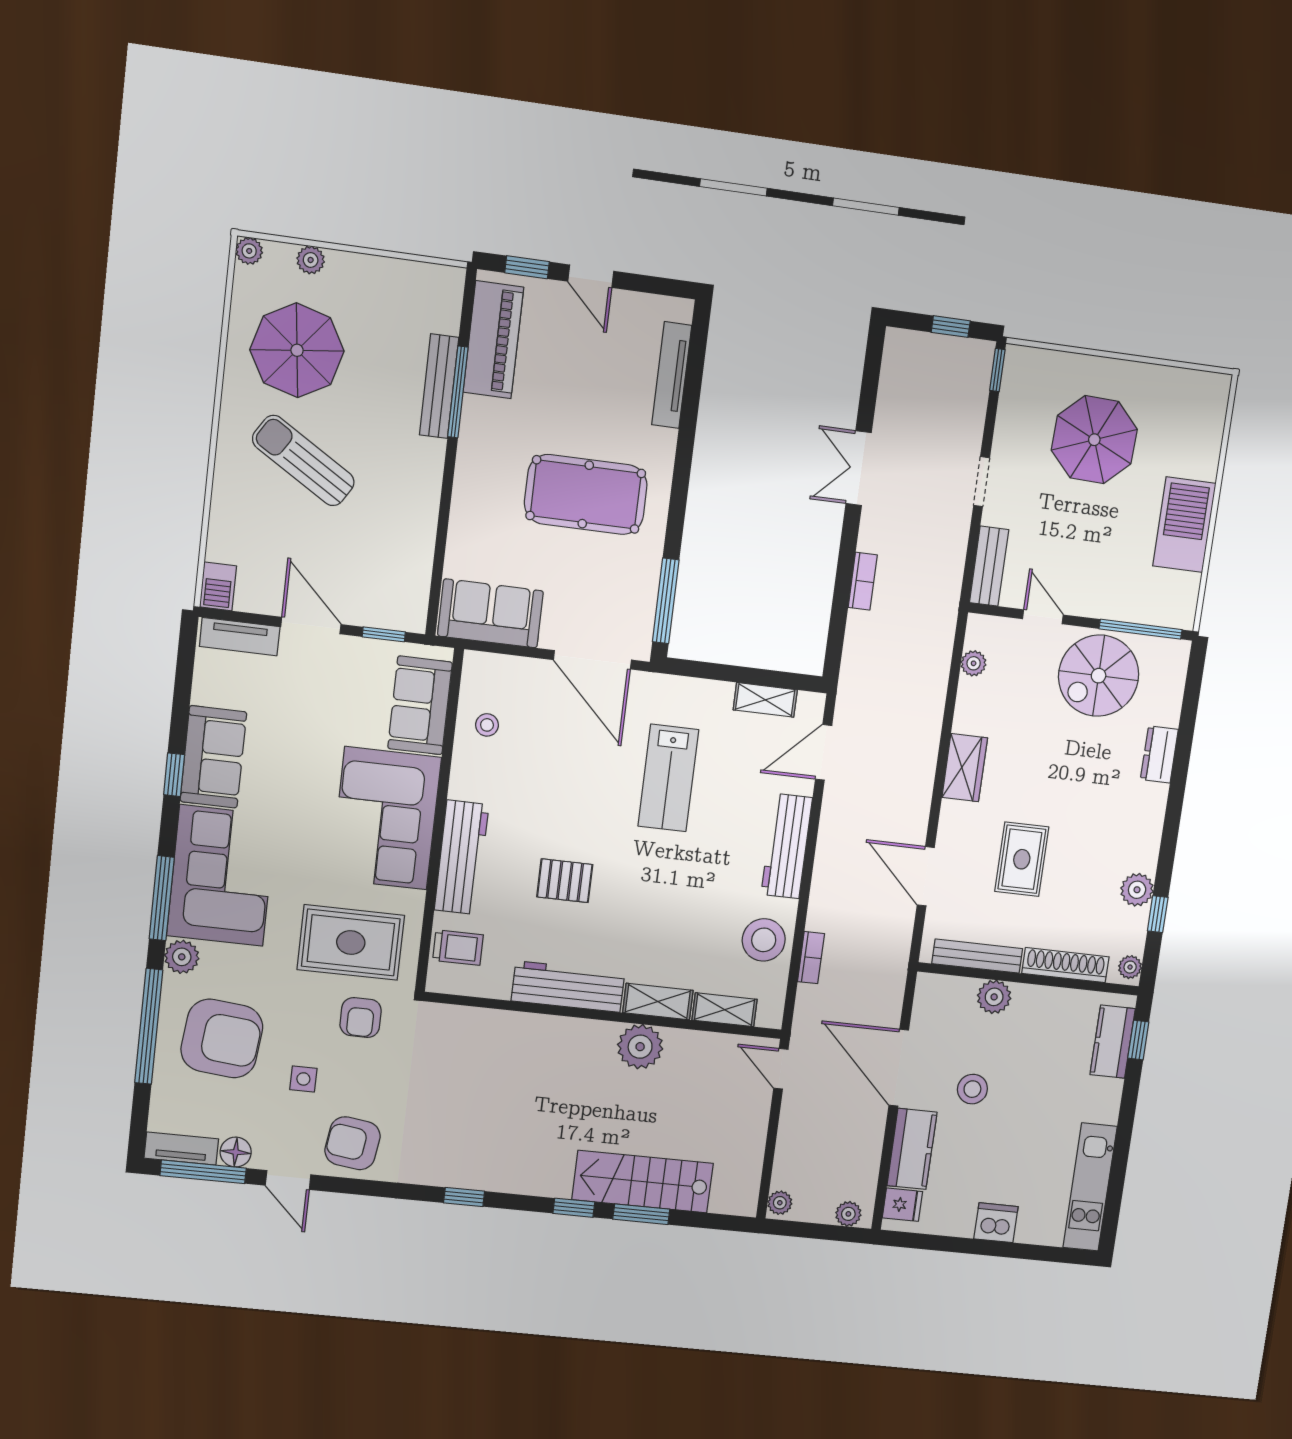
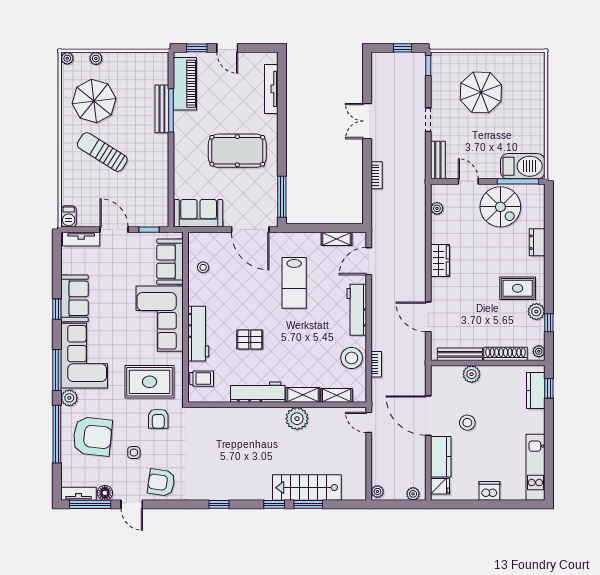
barbecue: (1184, 525) -> (523, 166), moved, turned 90
spiral stairs: (1099, 676) -> (500, 207), turned -90
rug: (1022, 859) -> (518, 288), moved, turned 90

